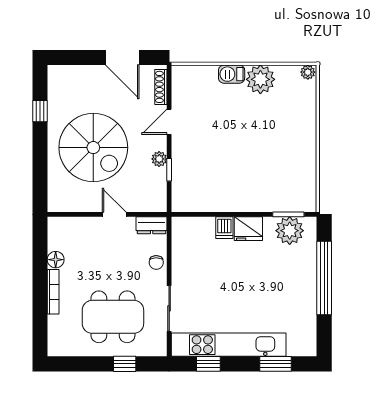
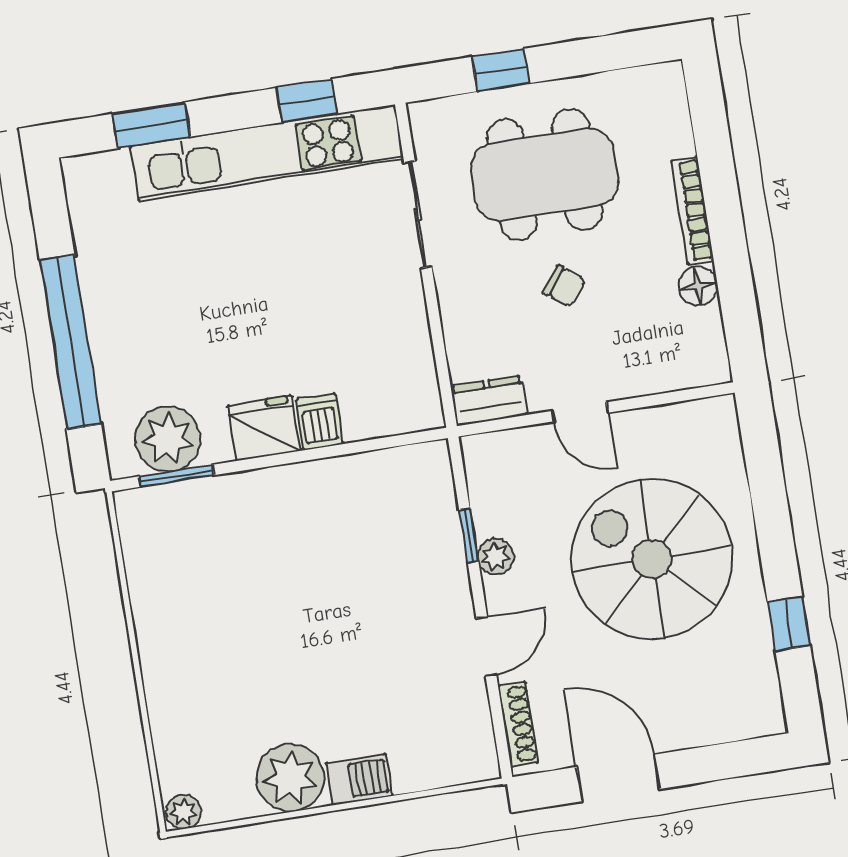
chair: (156, 262) -> (564, 286), moved, turned 128

